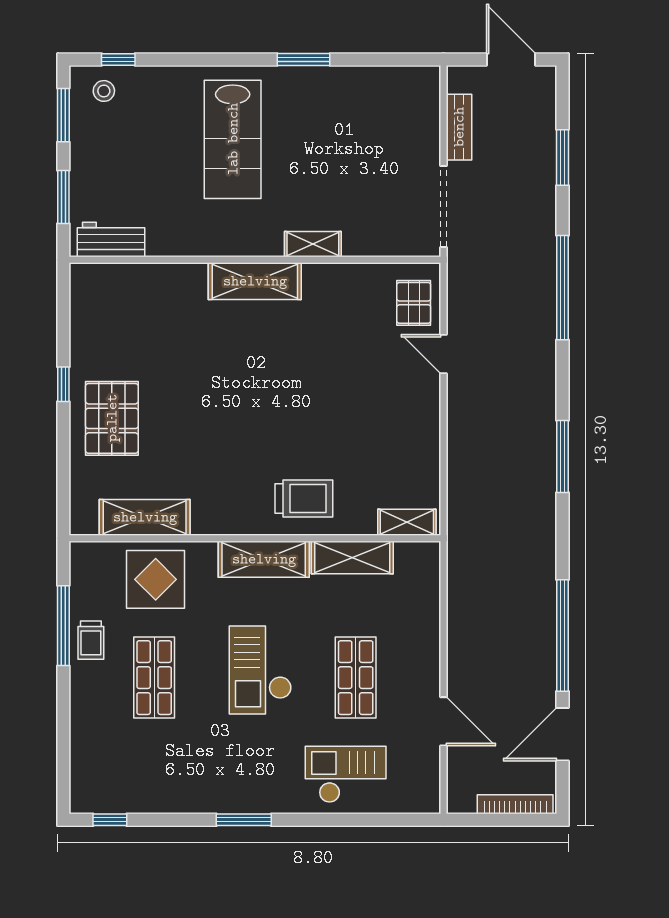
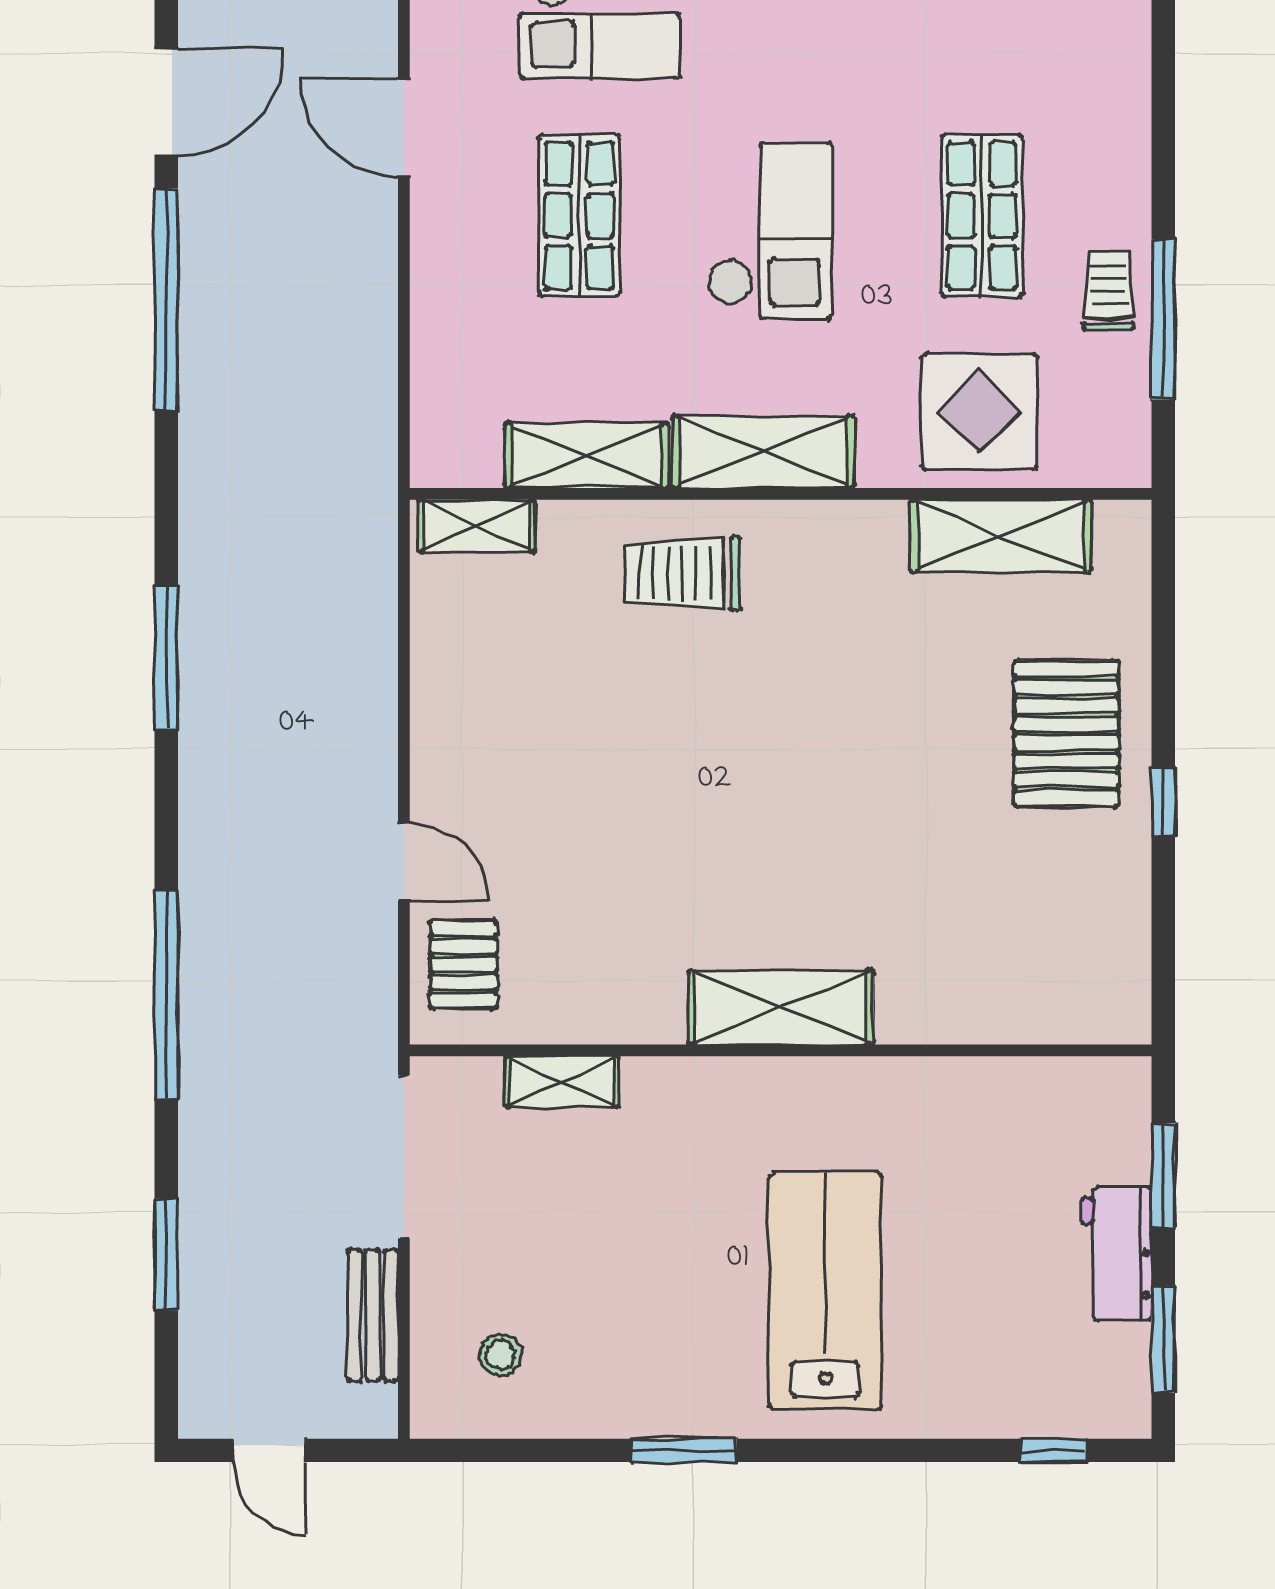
door: (511, 60) -> (269, 1450), width x0.73
stool: (104, 91) -> (501, 1355), moved
workbench: (111, 239) -> (1117, 1254), moved, turned 90
shelving: (313, 244) -> (562, 1082), moved

